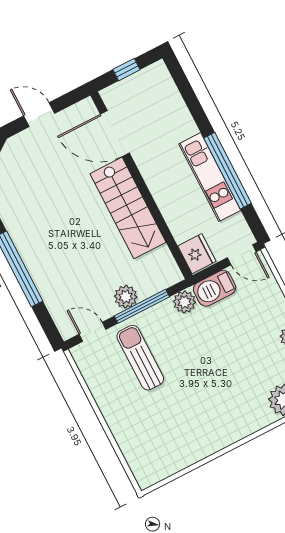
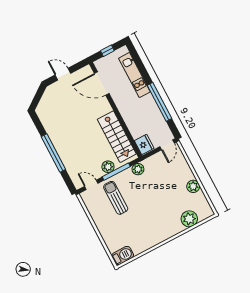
kitchen unit: (210, 177) -> (134, 75), moved
stairs: (128, 208) -> (117, 137), moved
door: (242, 255) -> (167, 145), hinge flipped
barbecue: (215, 288) -> (123, 256), moved, turned 180

